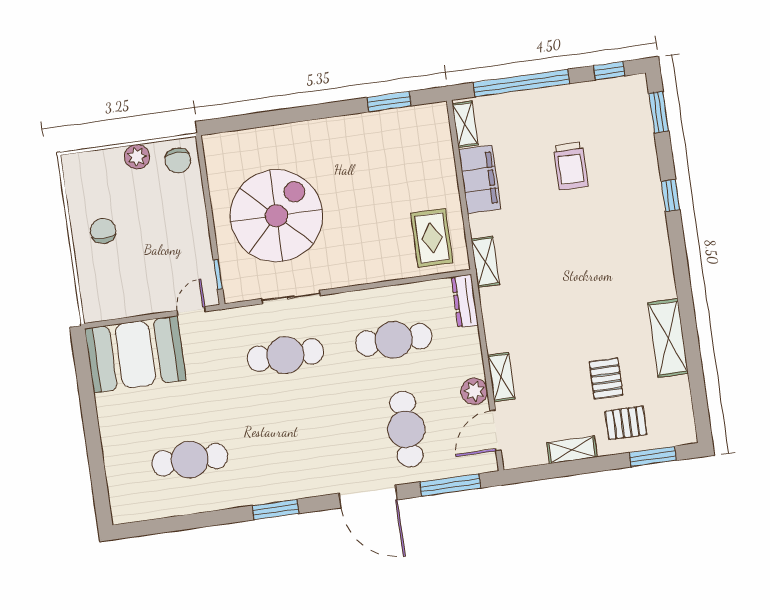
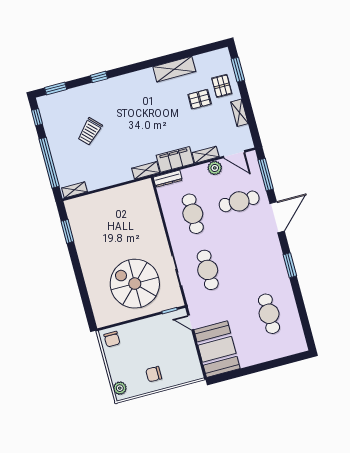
plant: (137, 157) -> (120, 388), moved
chair: (178, 160) -> (112, 339), turned 90
trolley: (571, 166) -> (90, 132), turned 135
filing cabinet: (480, 179) -> (175, 159), moved
rug: (432, 238) -> (137, 200), removed

